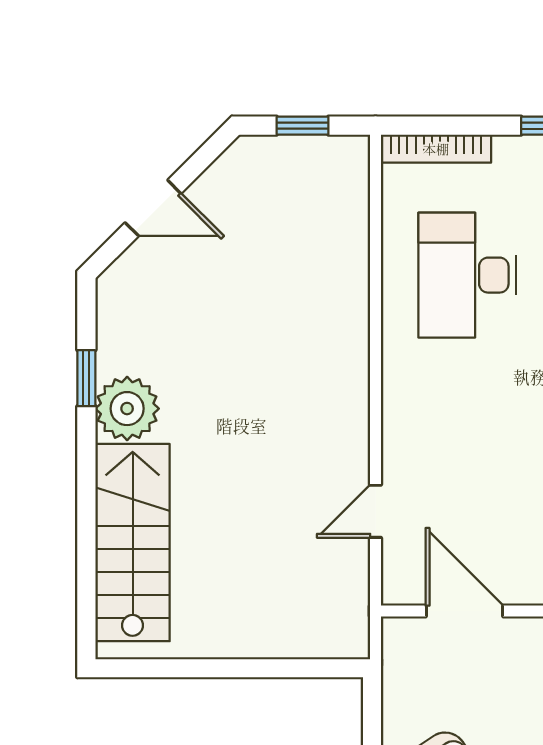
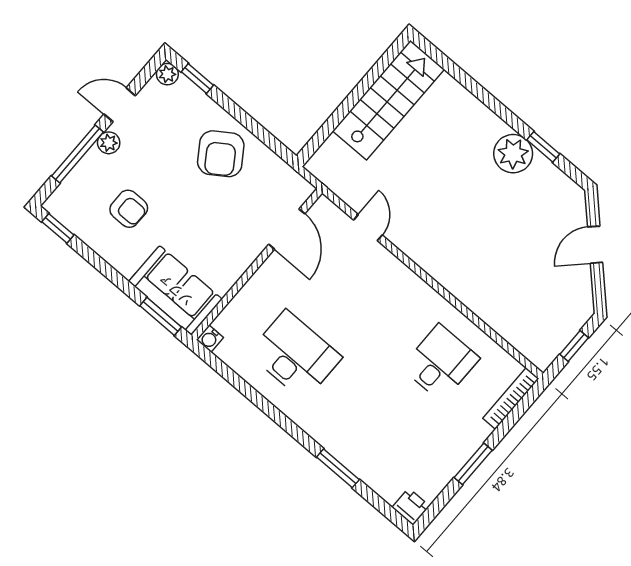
desk: (467, 275) -> (440, 363), width x0.73
stairs: (133, 543) -> (388, 100), moved, turned -90
door: (464, 611) -> (287, 229), hinge flipped

